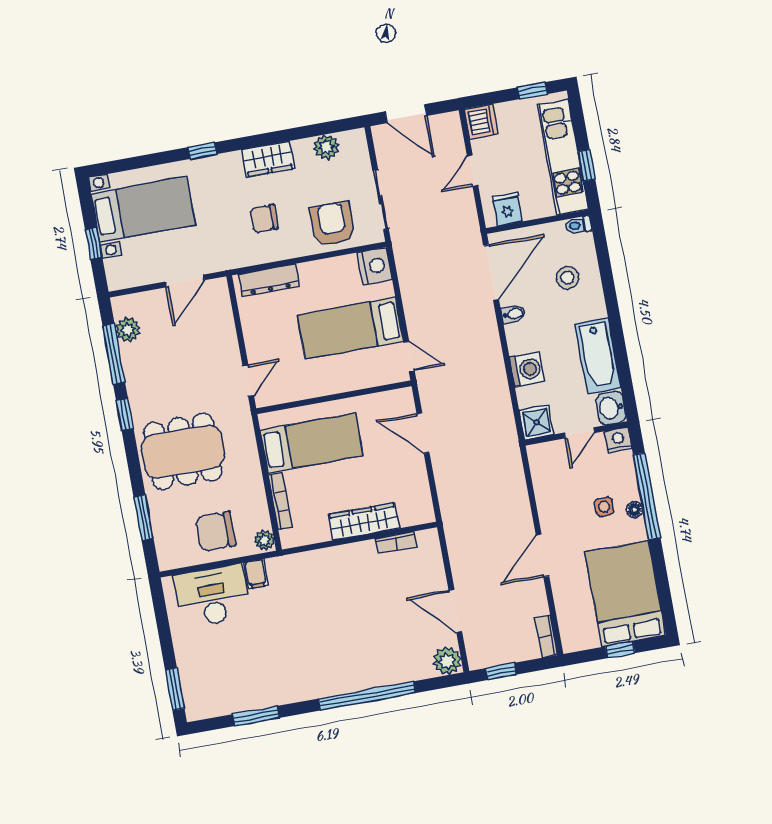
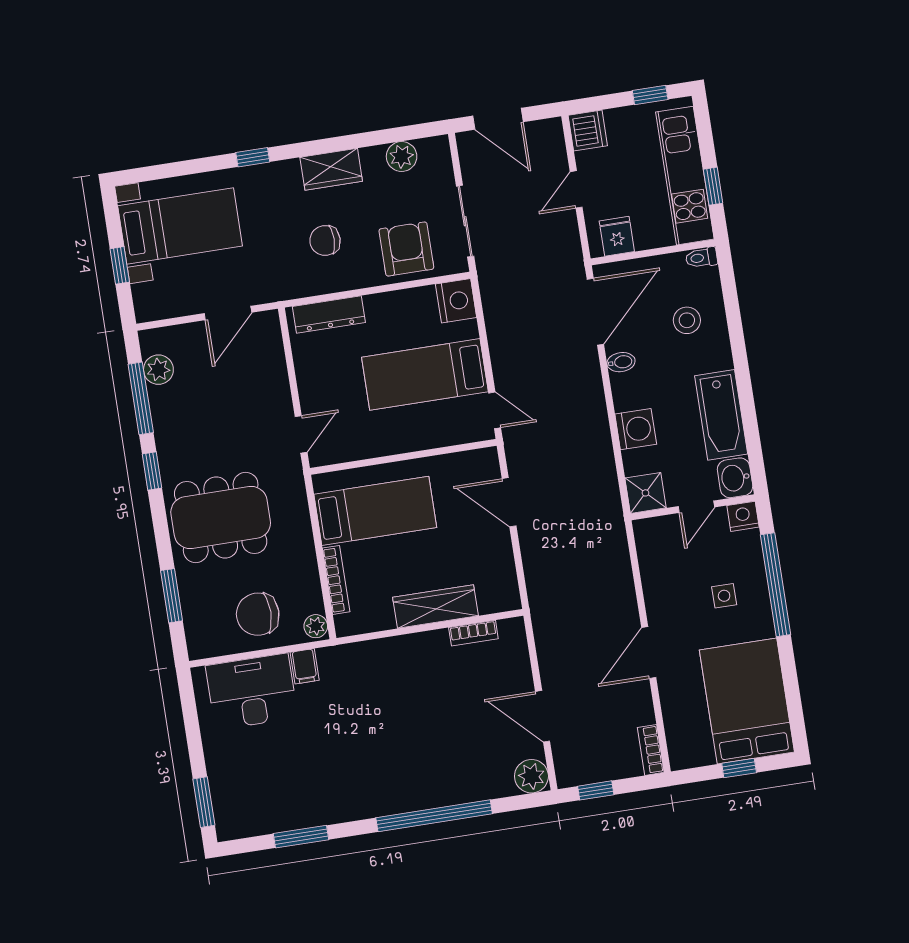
floor lamp: (635, 510) -> (761, 600), removed

